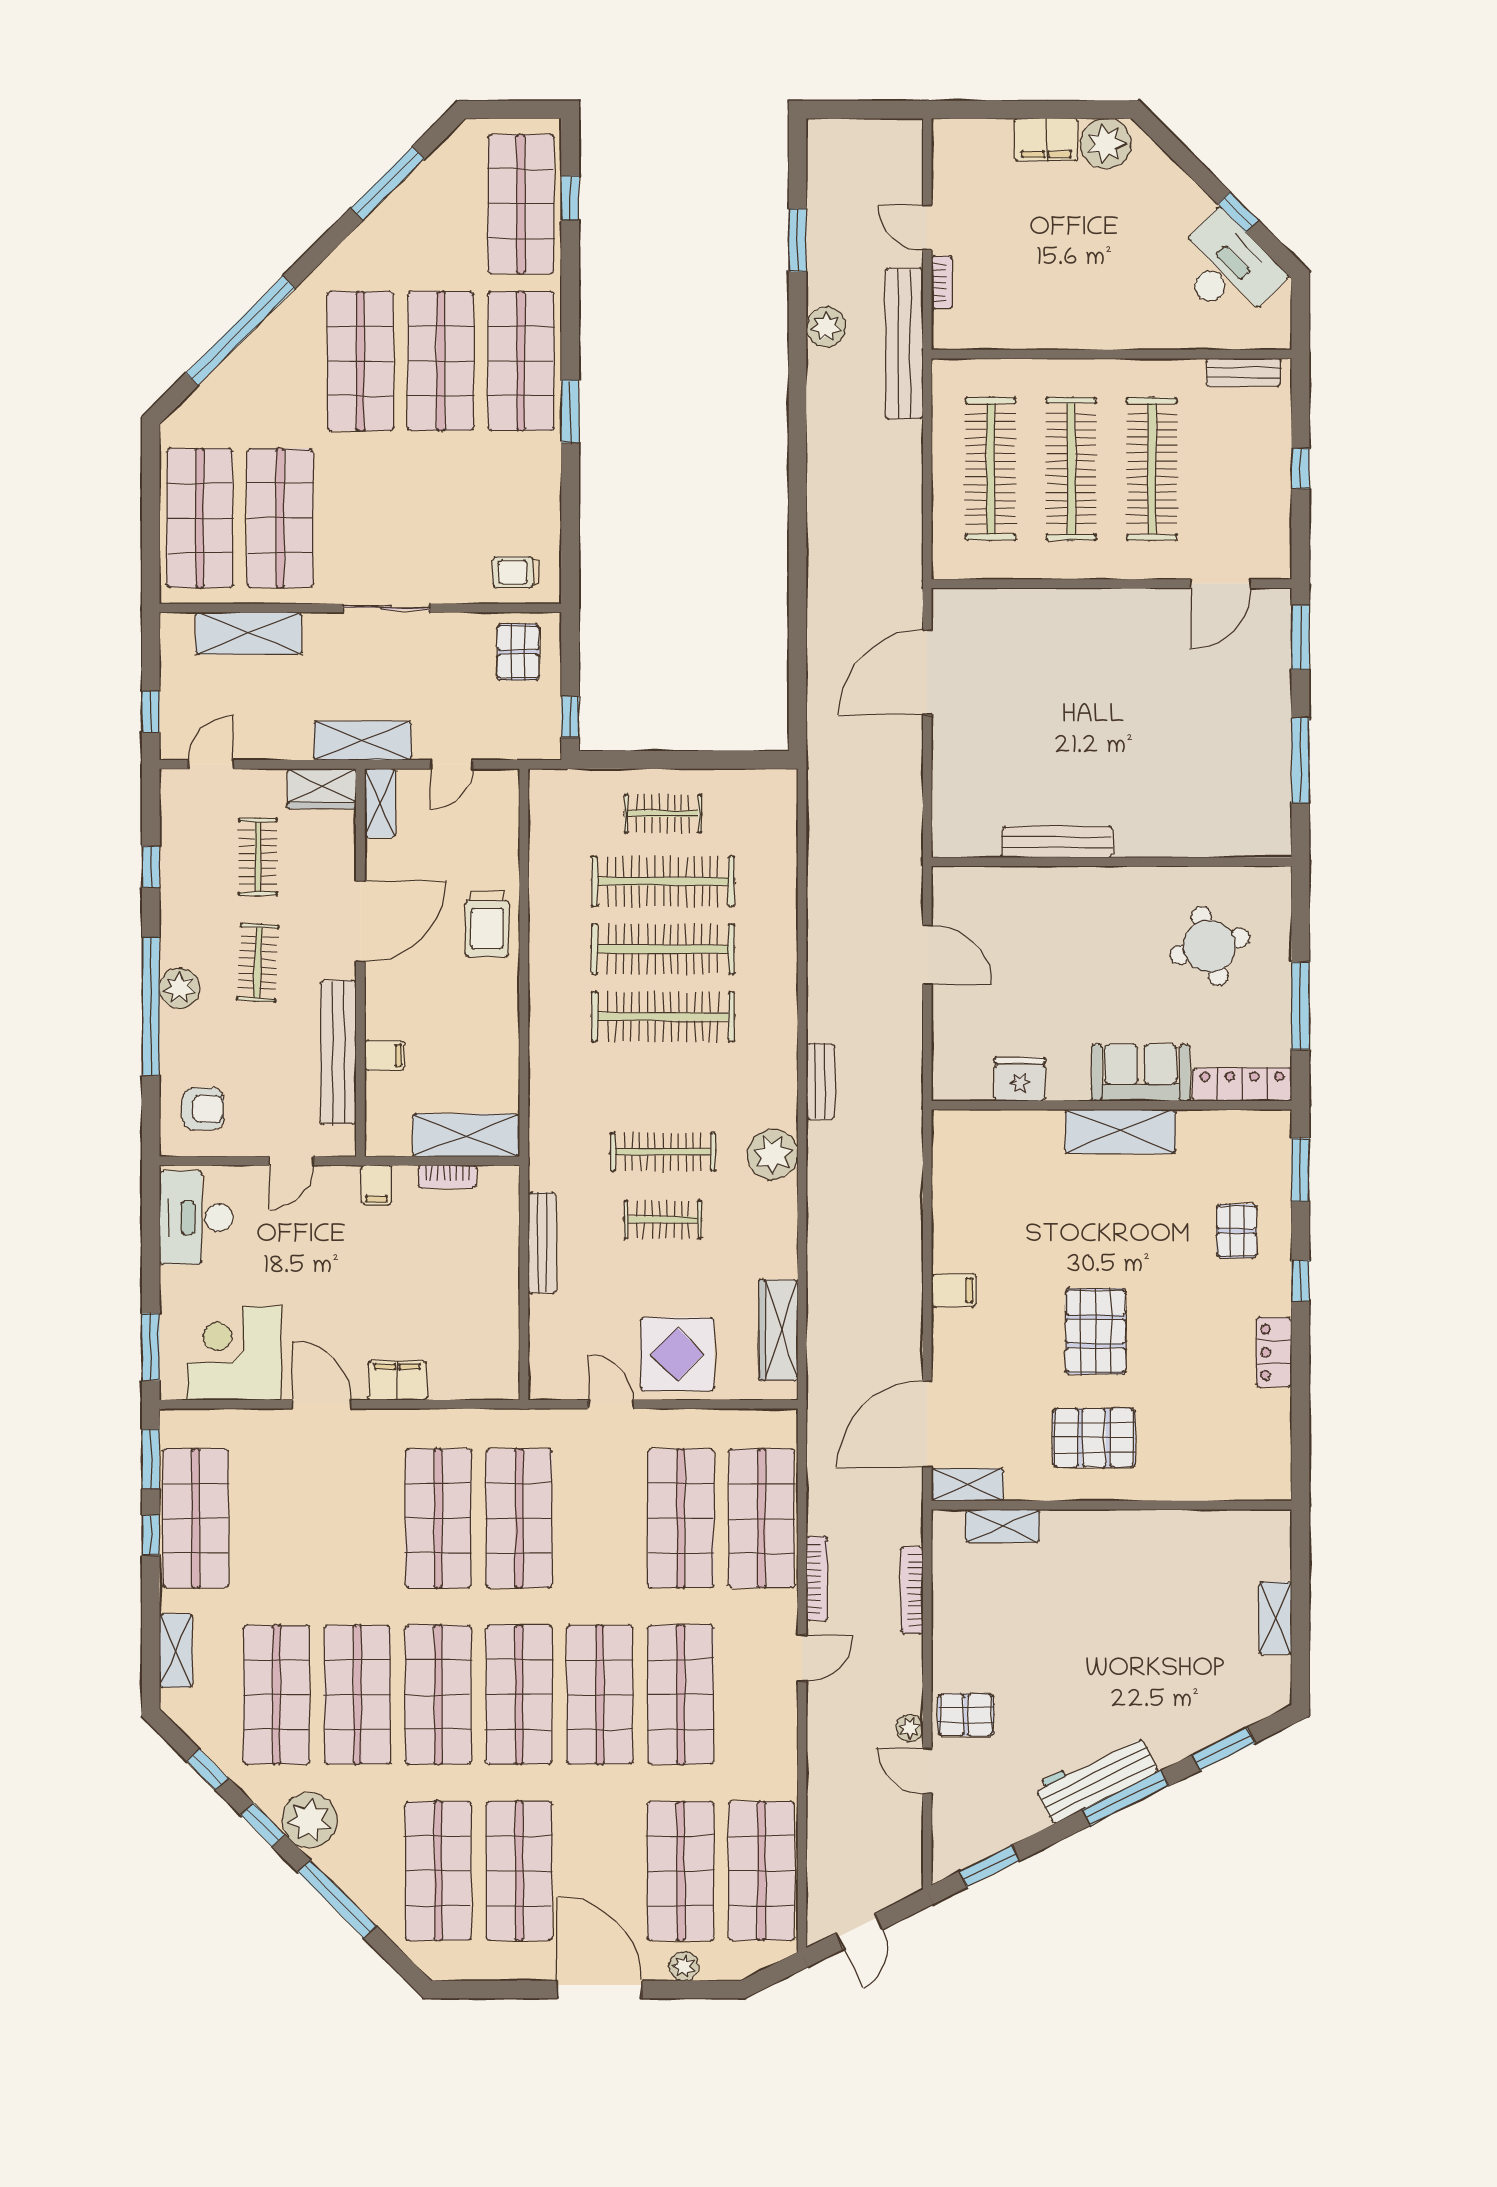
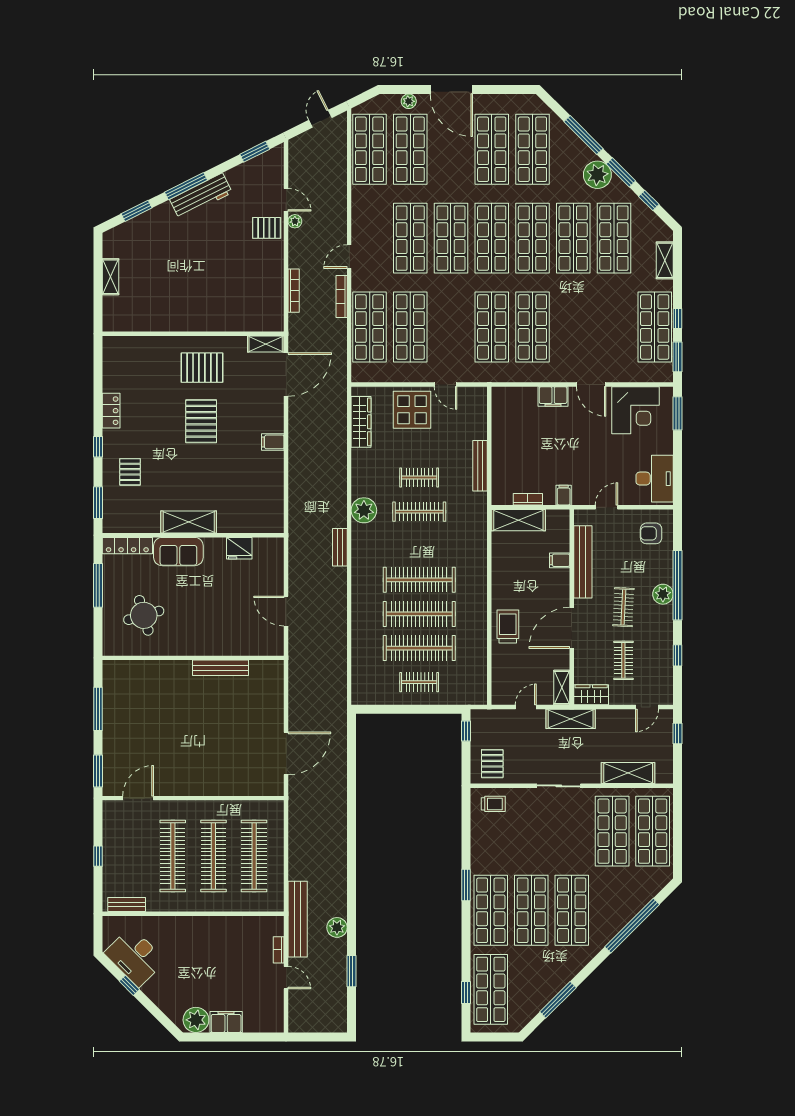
shelving: (1002, 1526) -> (248, 323), removed
window: (263, 1825) -> (621, 172), width x1.50

